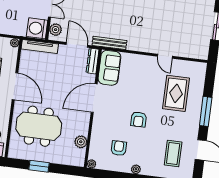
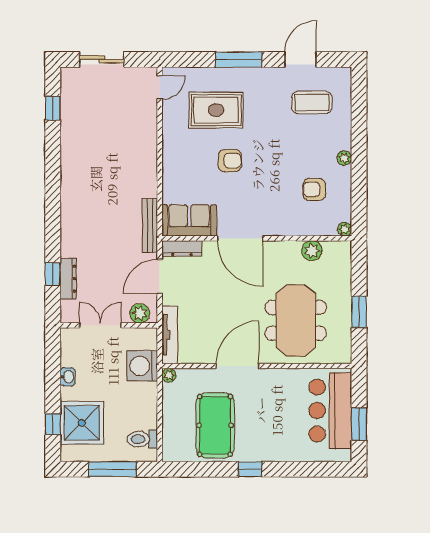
washing machine: (37, 28) -> (142, 366), moved, turned 90
door: (165, 56) -> (160, 87), moved
armchair: (139, 119) -> (230, 161), moved

